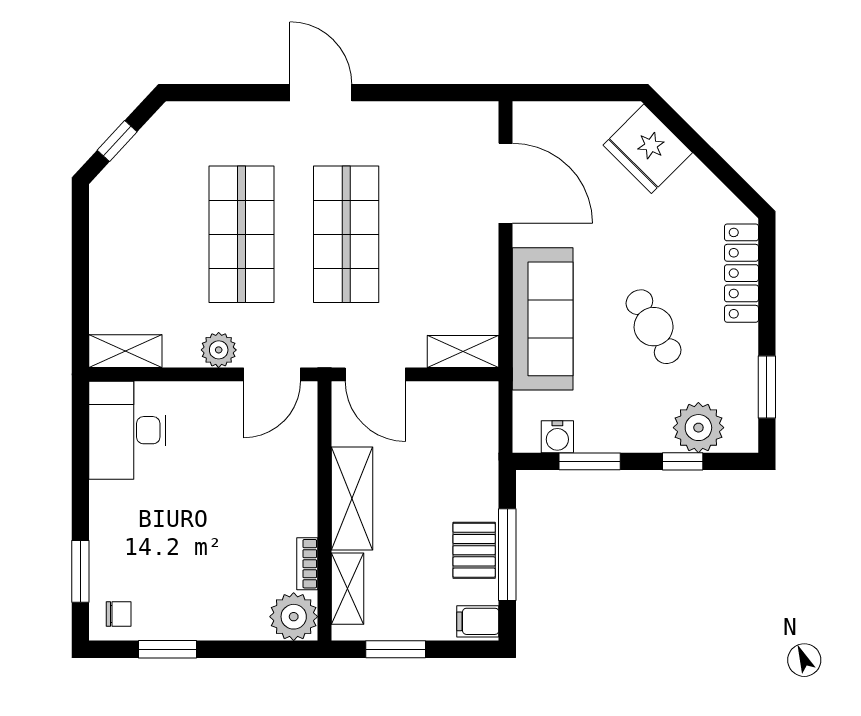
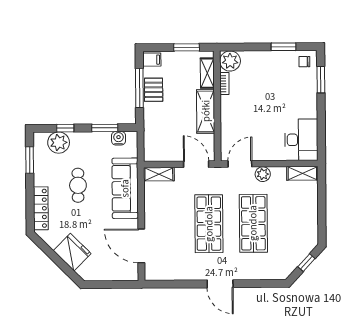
fridge: (648, 149) -> (72, 252), moved
cafe table: (654, 327) -> (78, 185), turned 30

